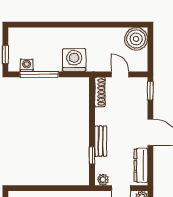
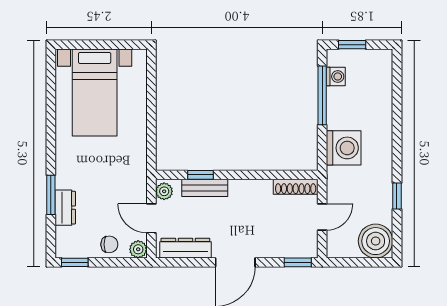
window: (106, 25) -> (397, 196), added
bench: (101, 141) -> (205, 188), moved

